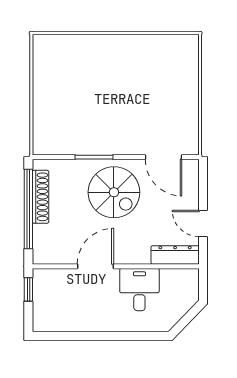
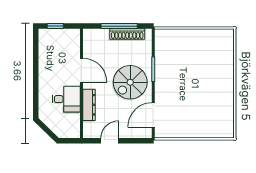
window: (28, 209) -> (119, 26), width x0.68
dresser: (175, 255) -> (89, 105), moved
window: (28, 289) -> (55, 26), moved

